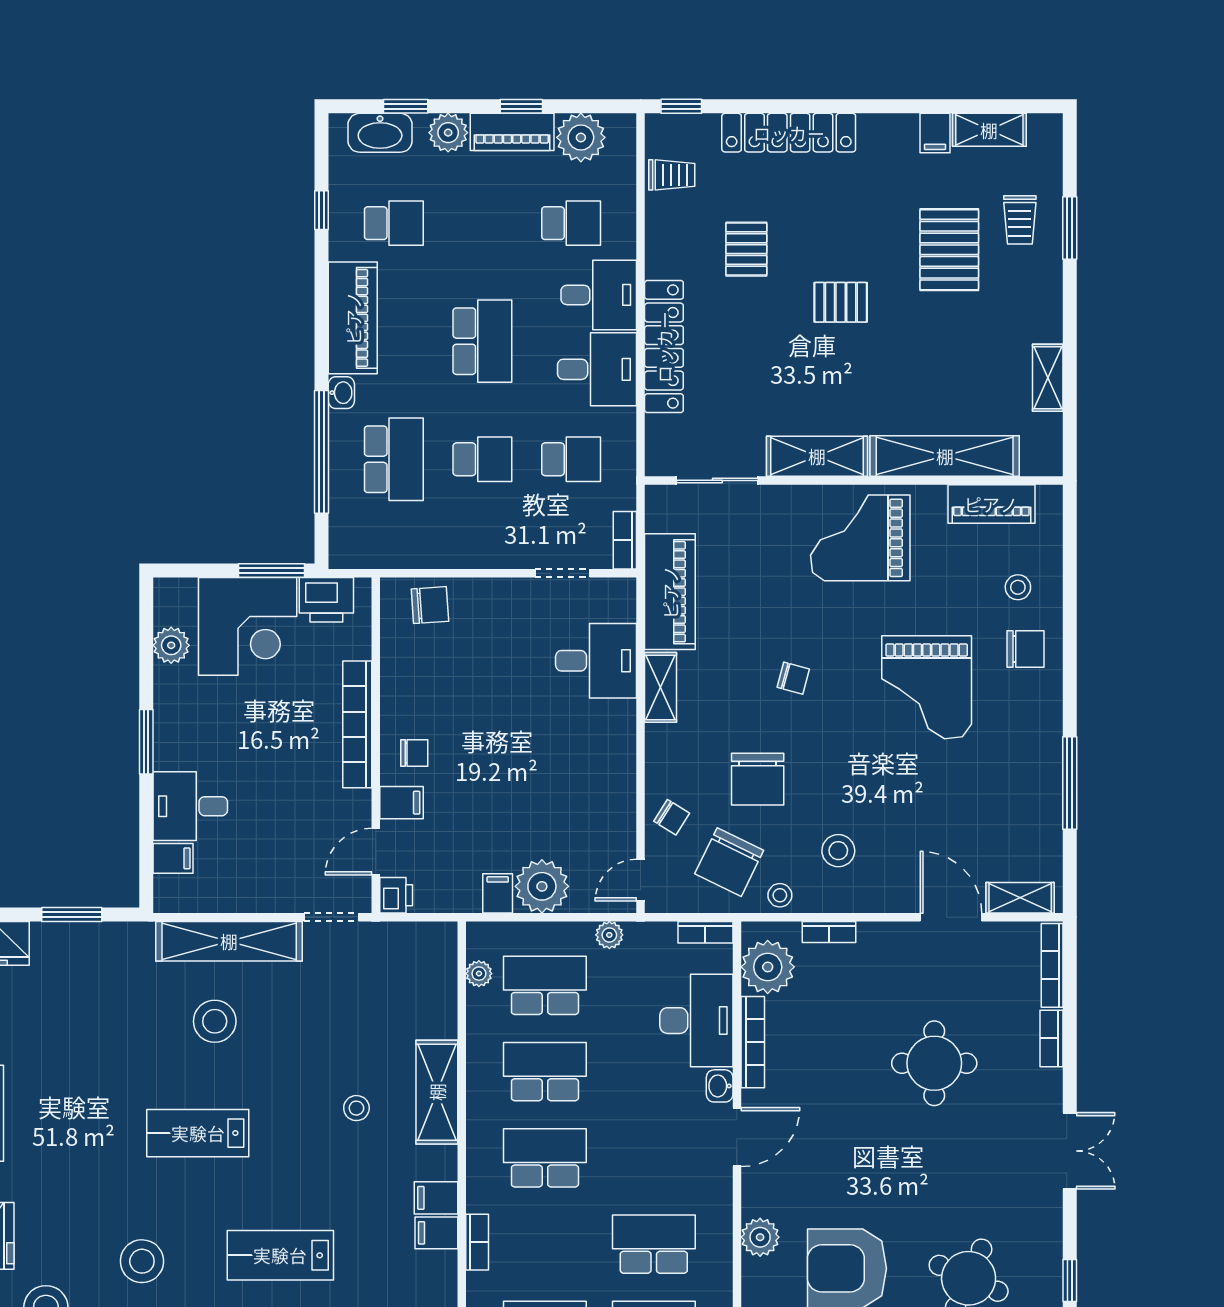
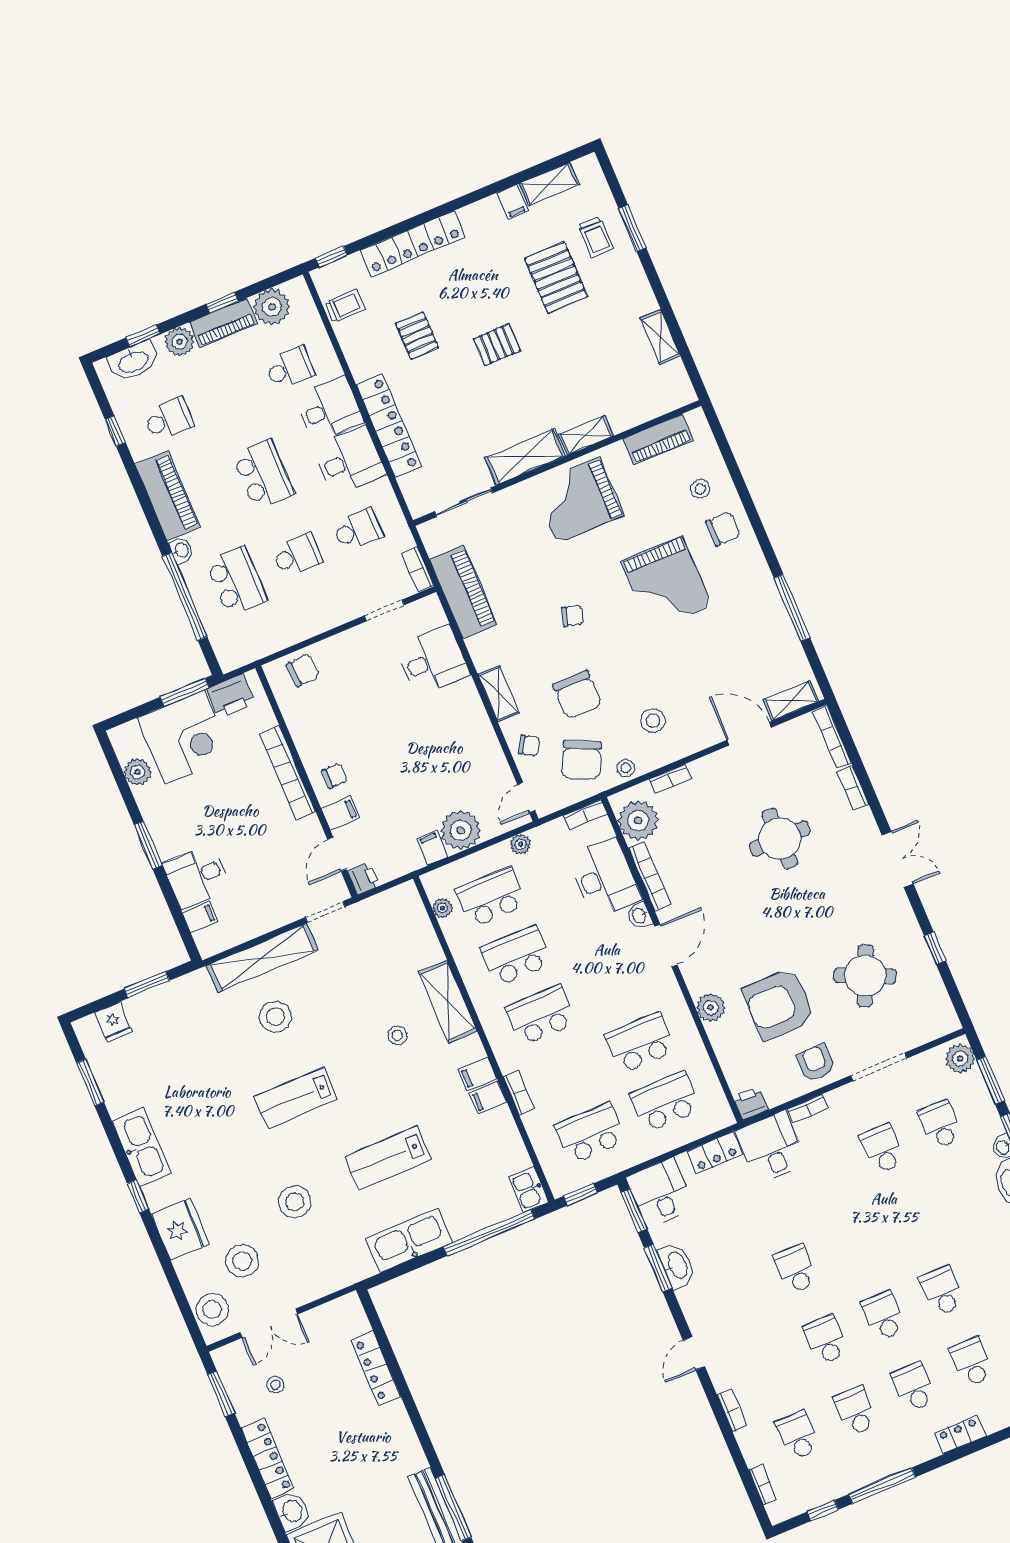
shelving: (945, 456) -> (586, 435), width x0.45, depth x0.75
shelving: (660, 687) -> (499, 694), moved

